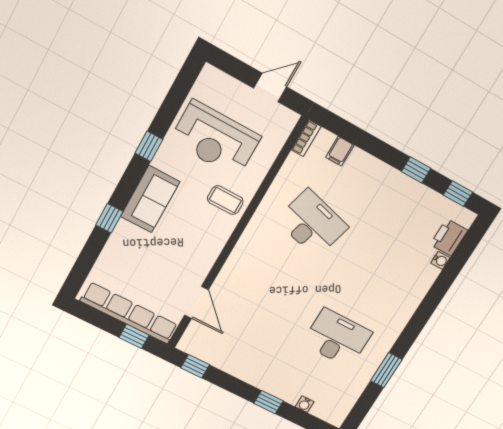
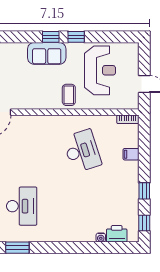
reception desk: (215, 139) -> (100, 70), turned 180
filing cabinet: (340, 151) -> (131, 154), moved
window: (109, 218) -> (51, 37), moved
desk: (312, 224) -> (82, 151), turned -33

